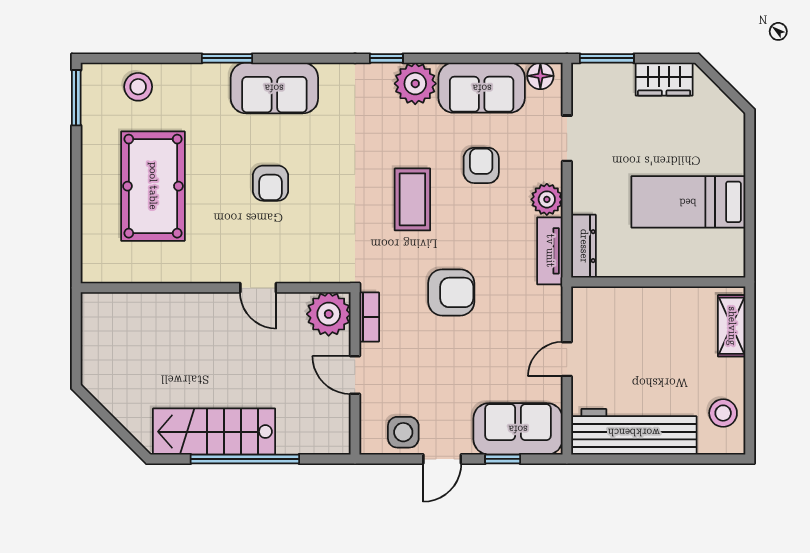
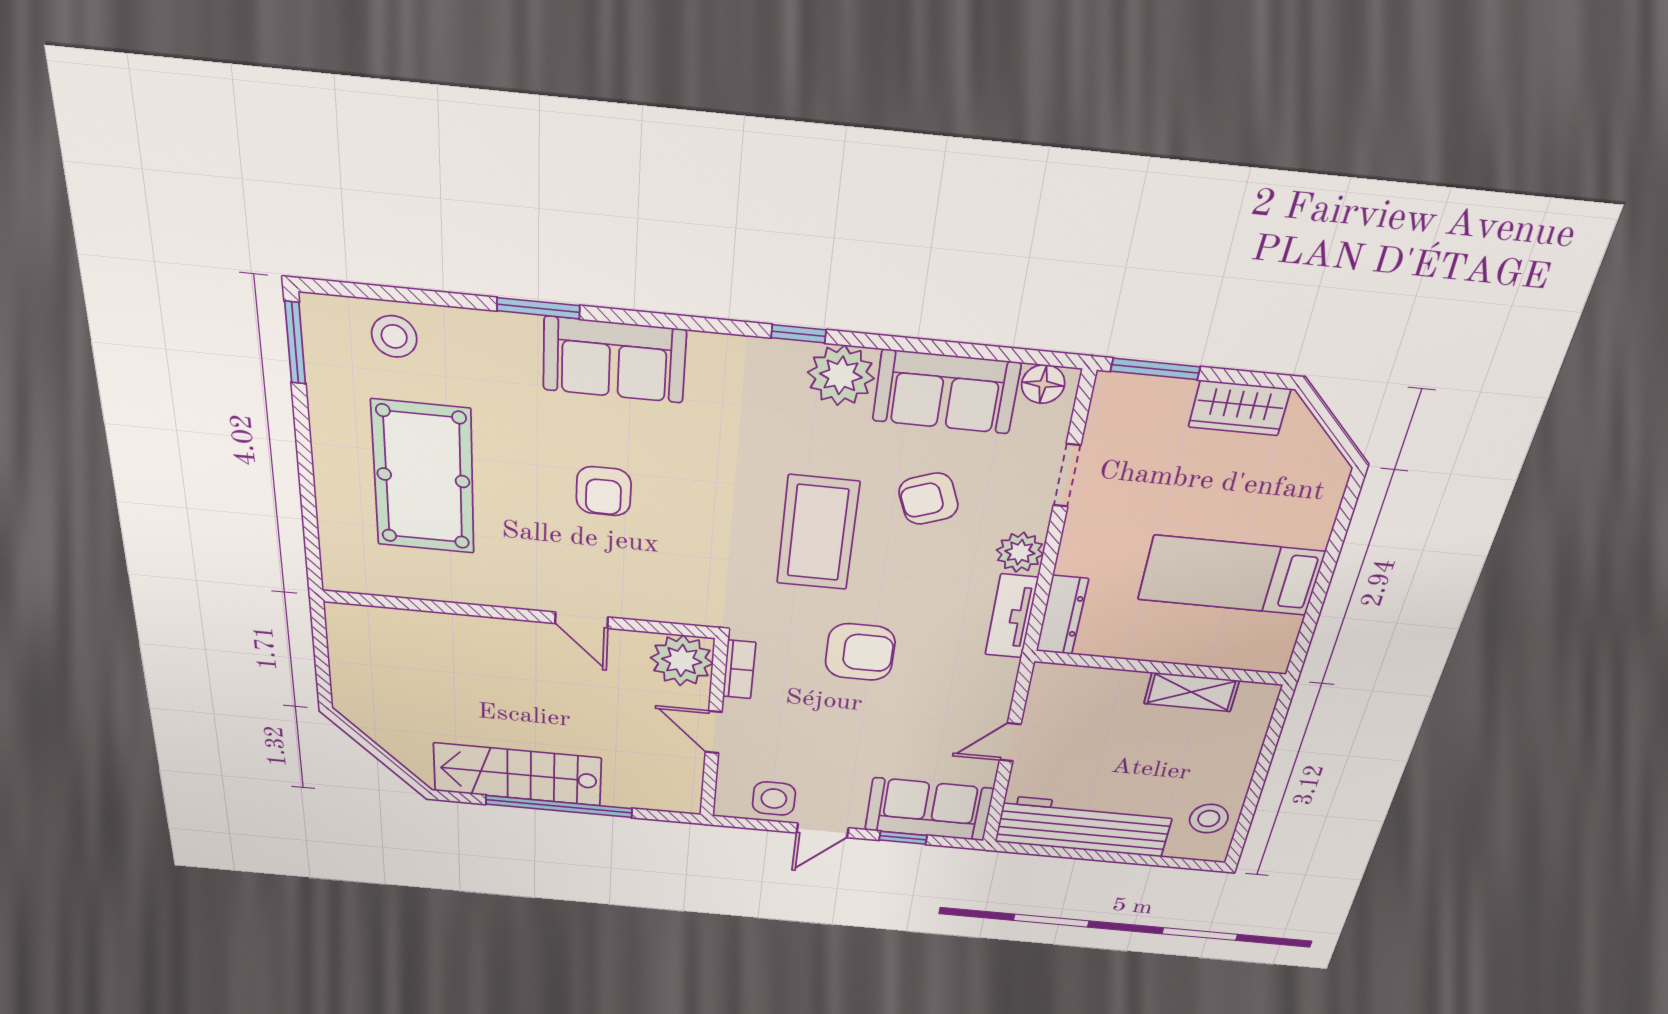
armchair: (481, 165) -> (928, 499), turned -111
coffee table: (412, 199) -> (818, 533), width x1.36, depth x1.32
shelving: (732, 326) -> (1191, 692), moved, turned 90

